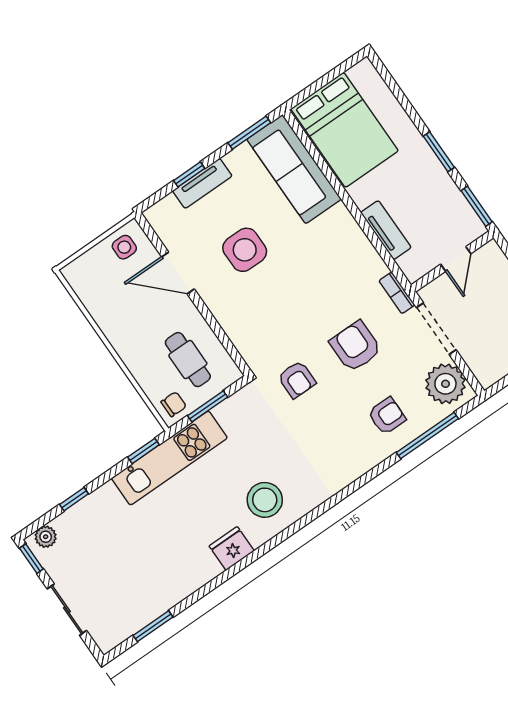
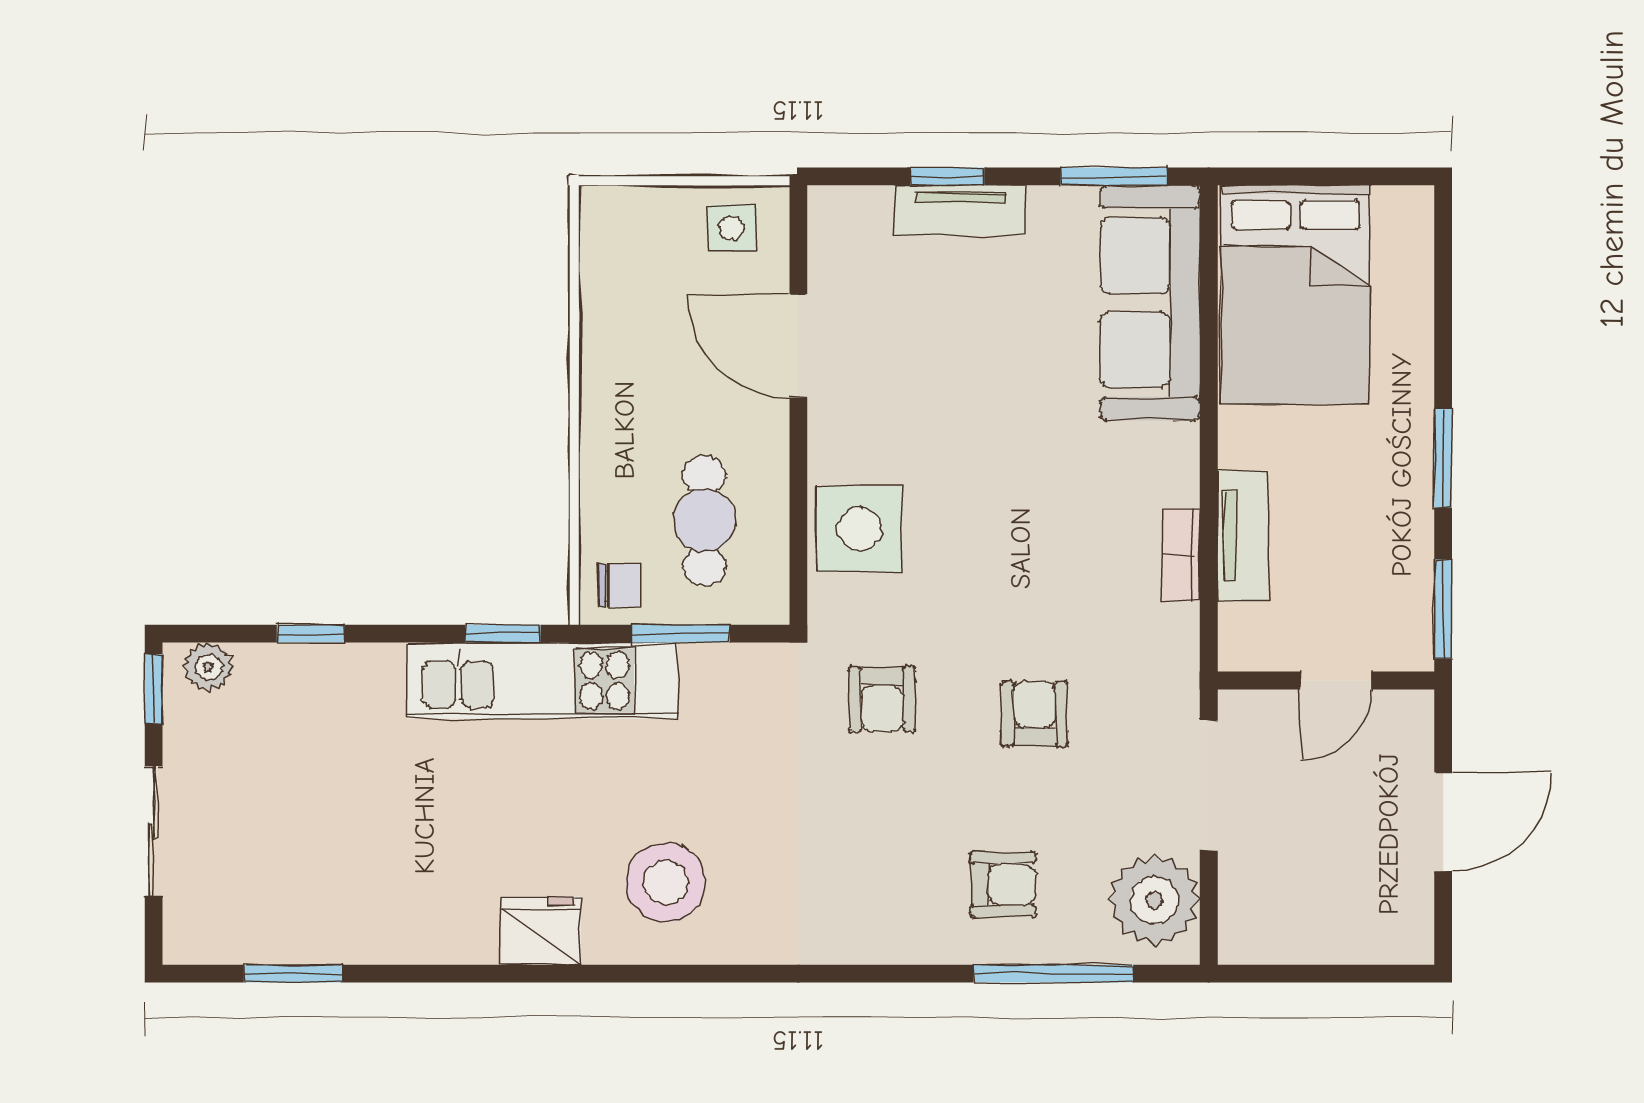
side table: (245, 250) -> (859, 529), moved
bookcase: (397, 293) -> (1182, 555), moved
armchair: (356, 346) -> (1035, 714), width x0.72, depth x0.72

